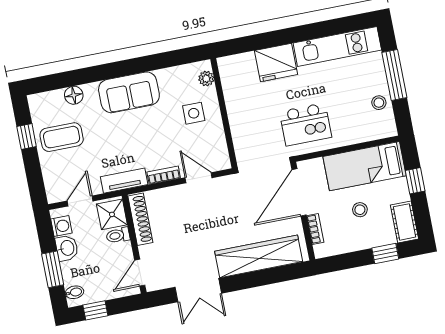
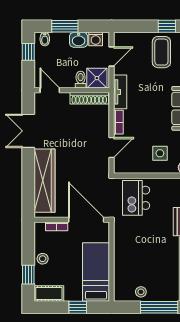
kitchen island: (306, 124) -> (136, 198), moved
door: (80, 201) -> (111, 56), hinge flipped
stool: (360, 210) -> (43, 259), moved

